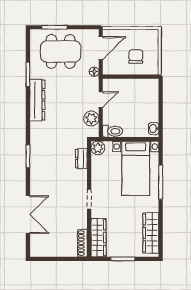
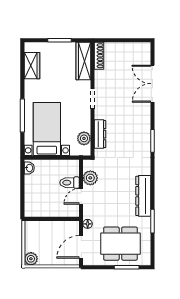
plant: (152, 36) -> (31, 259), added
chair: (136, 56) -> (47, 239), removed
toilet: (113, 131) -> (69, 183), moved
plant: (98, 148) -> (84, 138), moved
dresser: (81, 159) -> (100, 134), width x1.44
wardrobe: (151, 233) -> (32, 66), width x0.67

